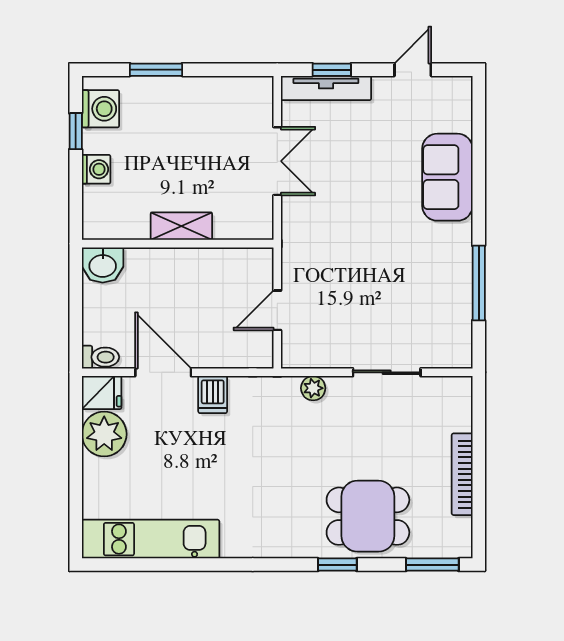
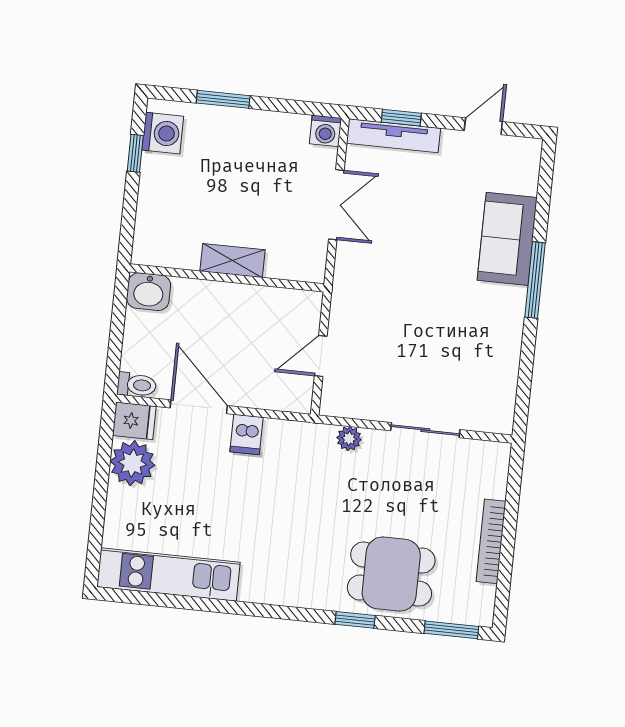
washing machine: (96, 169) -> (326, 131), moved, turned 90
window: (479, 283) -> (535, 280), moved

